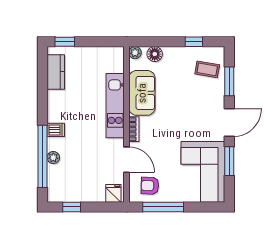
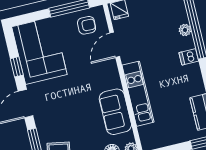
bookcase: (134, 129) -> (115, 75), removed
door: (127, 160) -> (115, 45), hinge flipped
window: (229, 161) -> (17, 67), width x0.67

